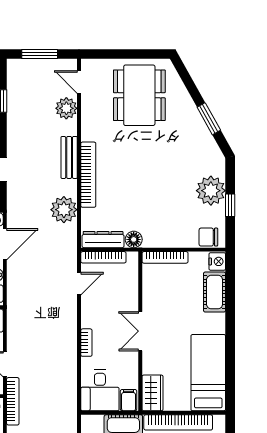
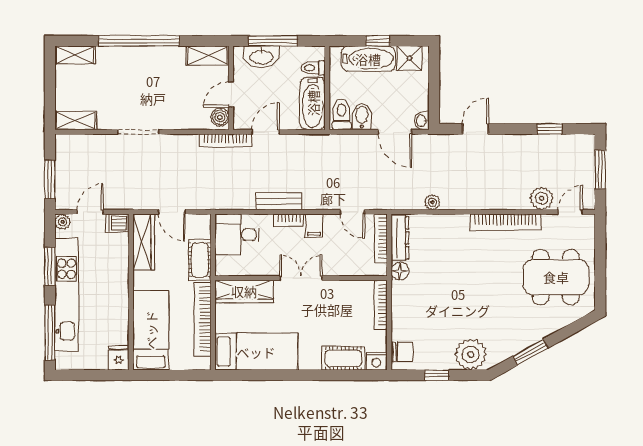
bench: (69, 157) -> (279, 201), moved
bookcase: (88, 175) -> (505, 222), moved
plant: (211, 191) -> (471, 354), moved
plant: (64, 210) -> (432, 202), width x0.53, depth x0.53
chair: (208, 237) -> (403, 352), turned 90
wardrobe: (153, 393) -> (244, 291), width x1.50
filing cabinet: (129, 400) -> (314, 226), moved, turned 90

